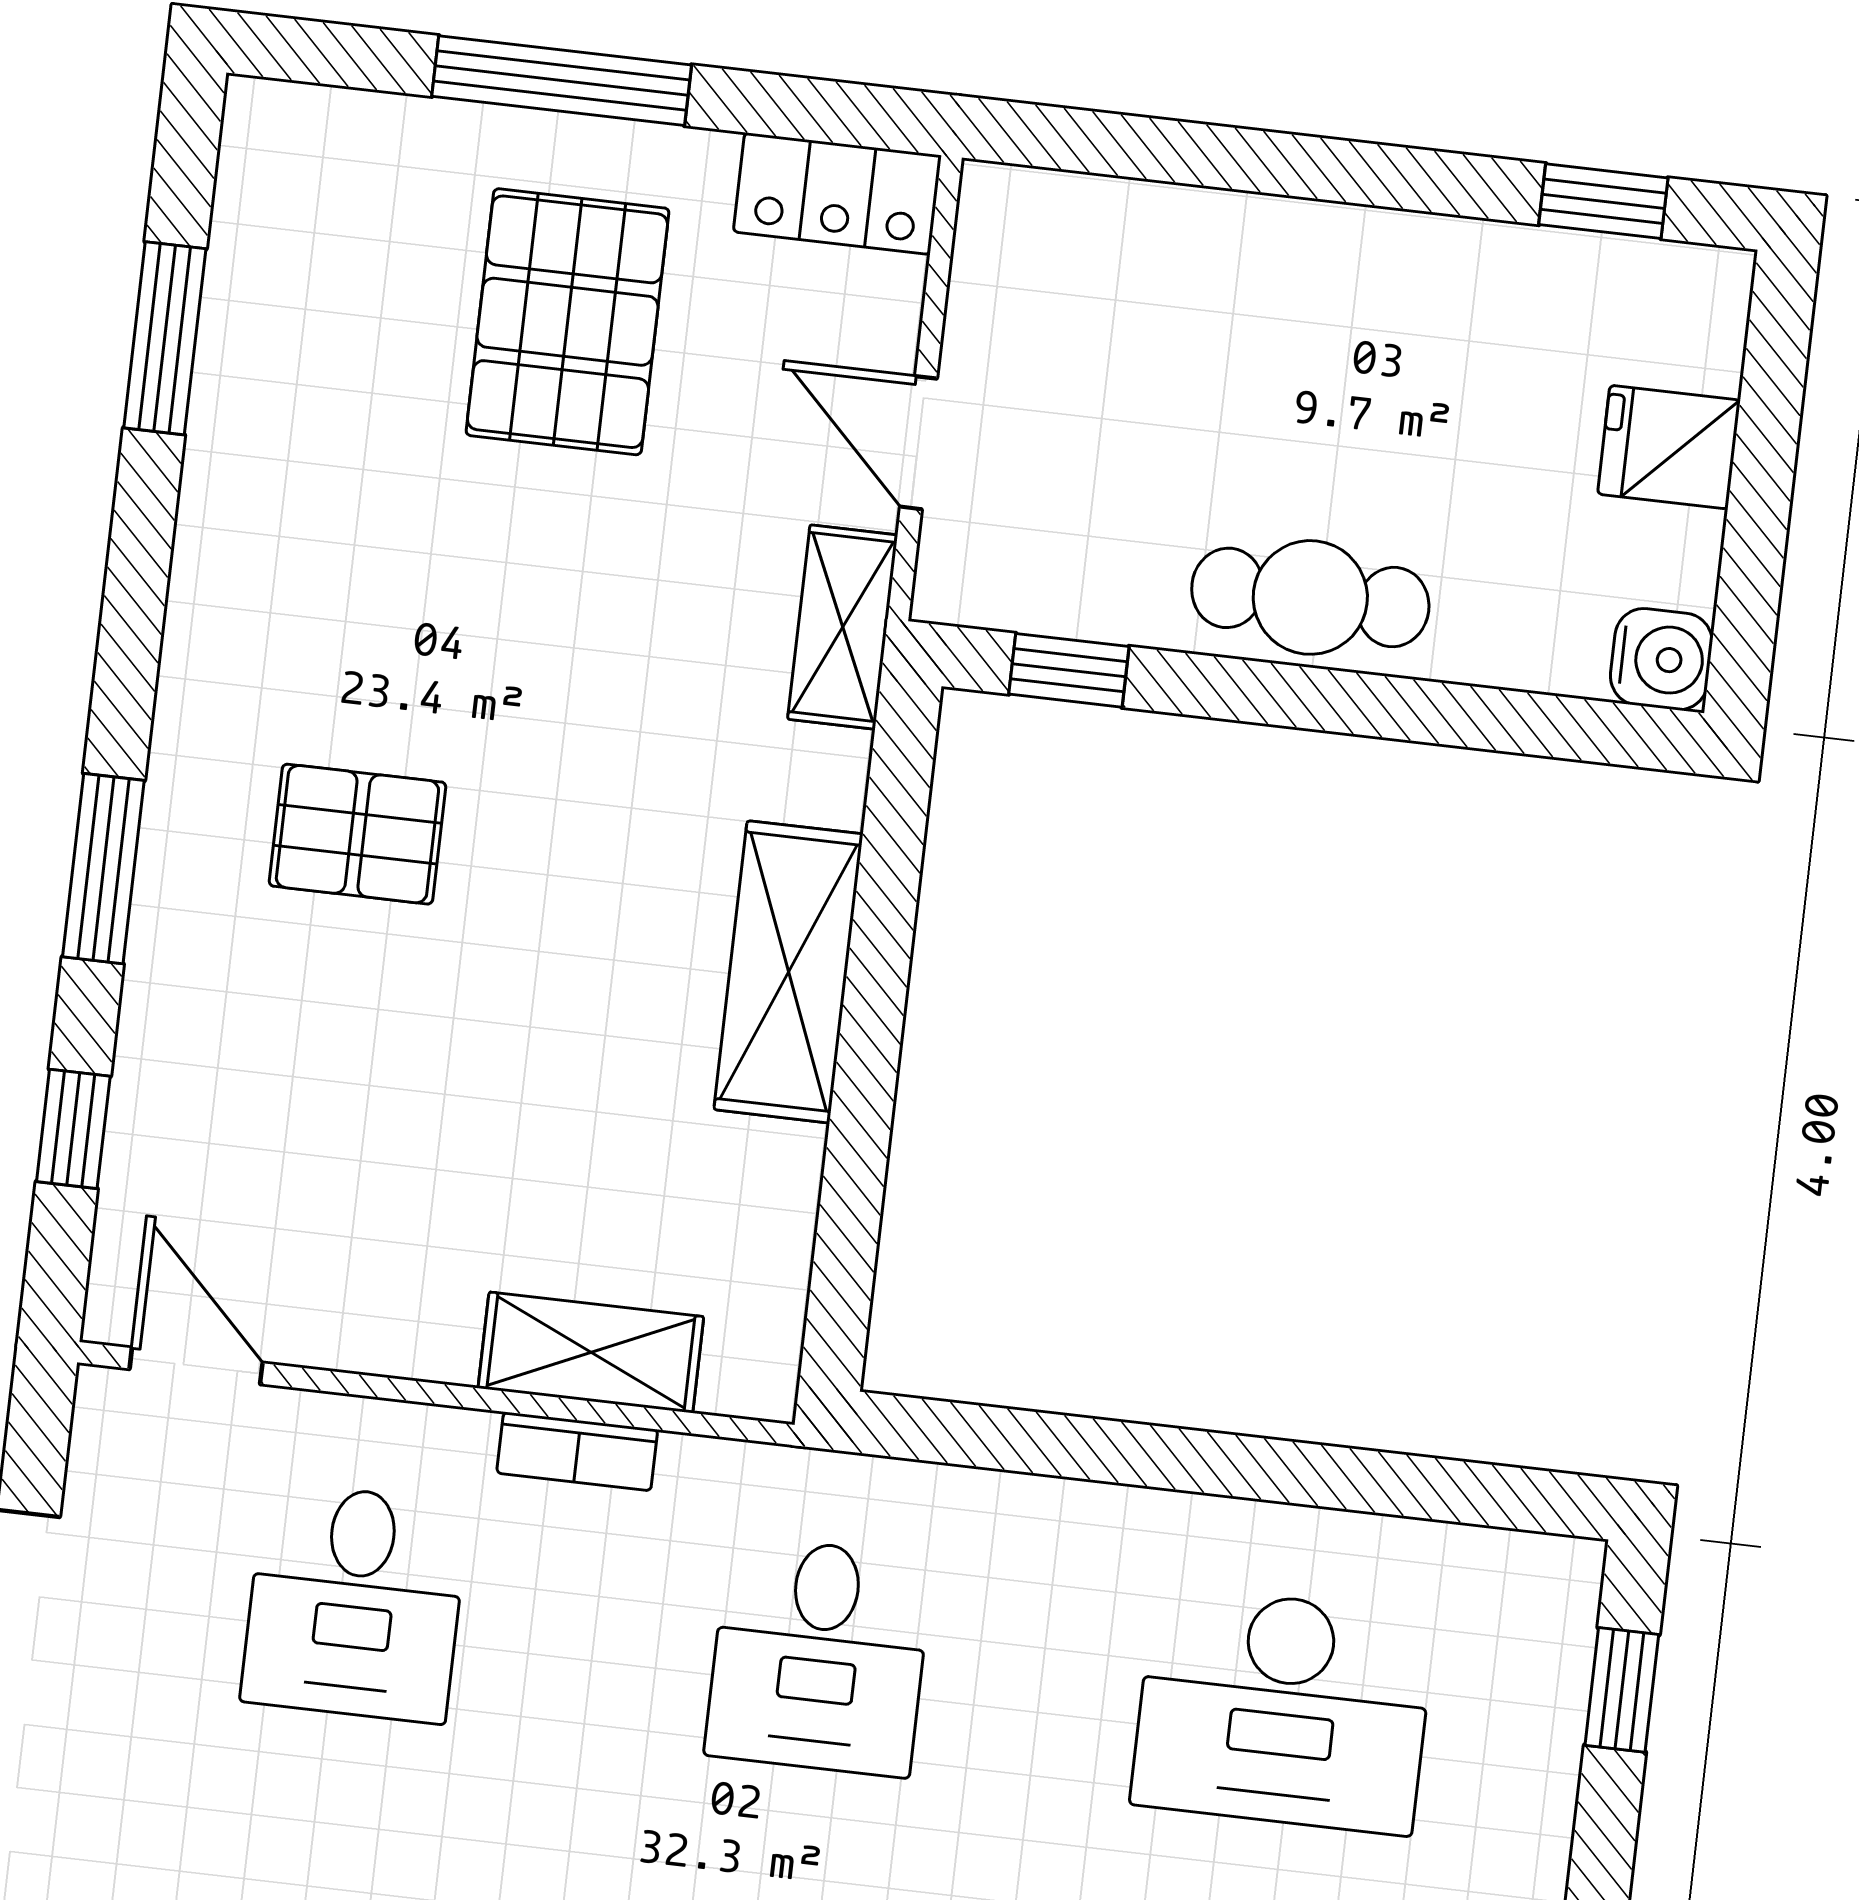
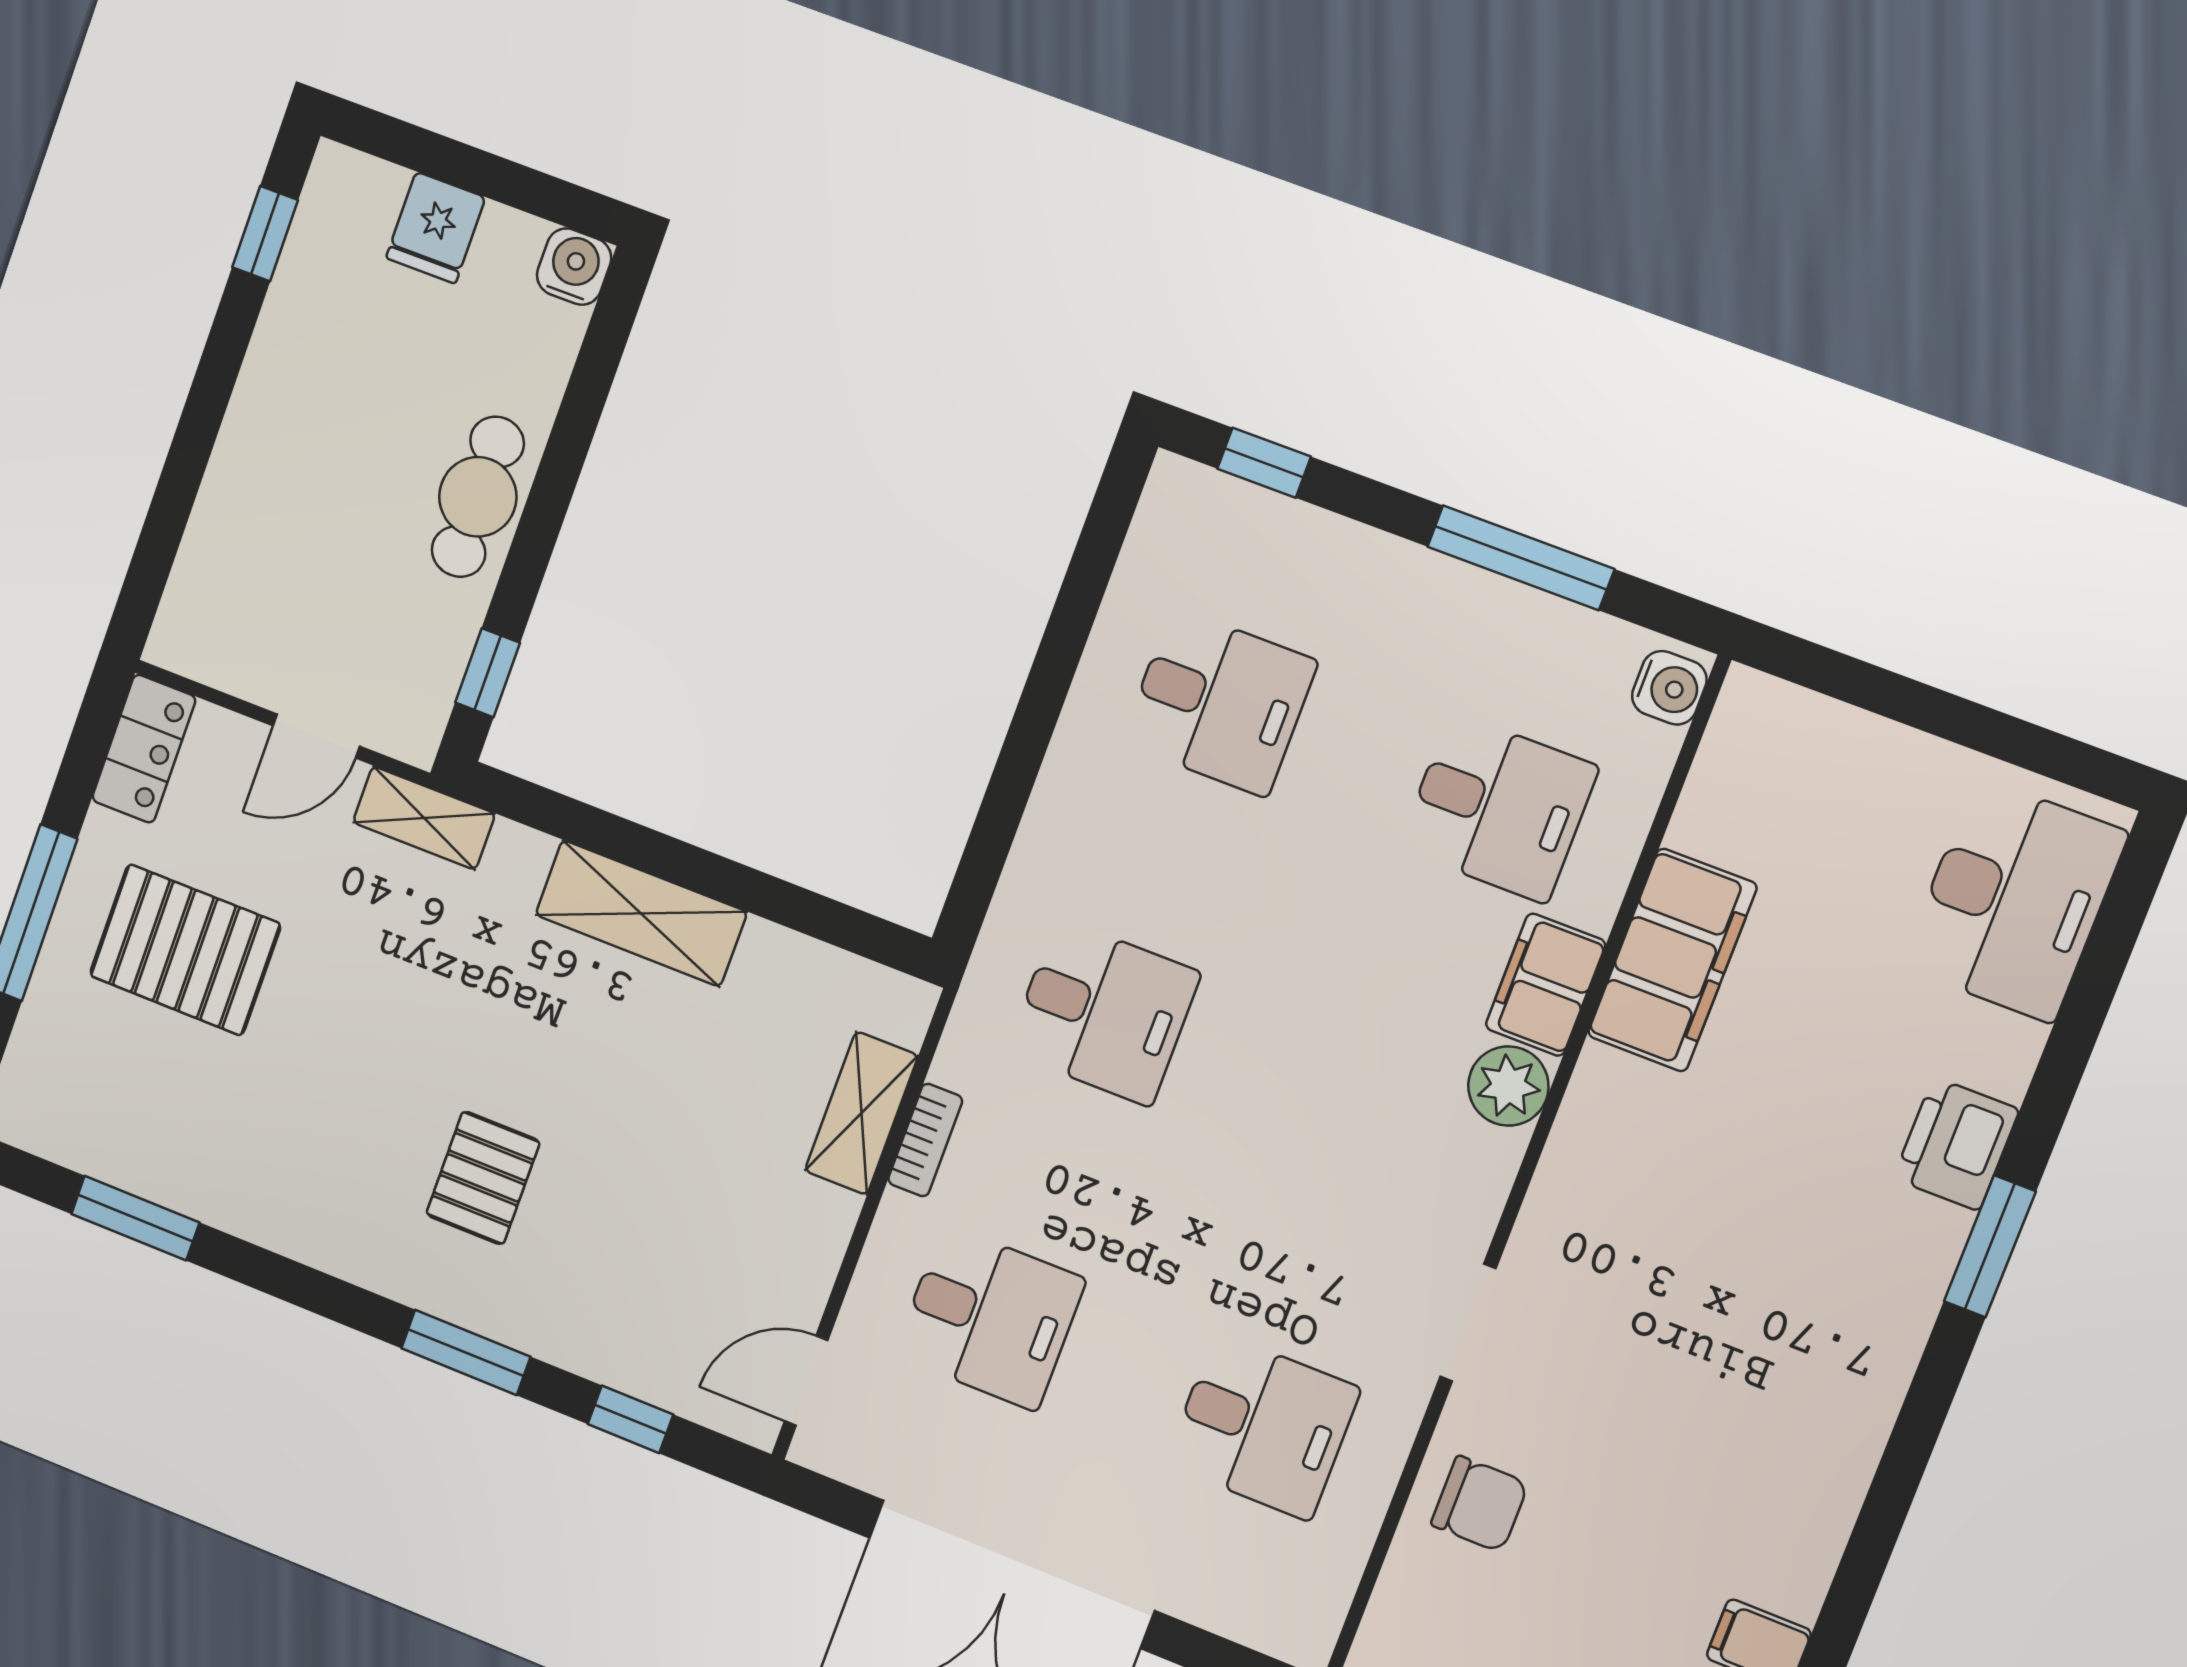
desk: (1283, 1710) -> (1219, 702), width x0.73

